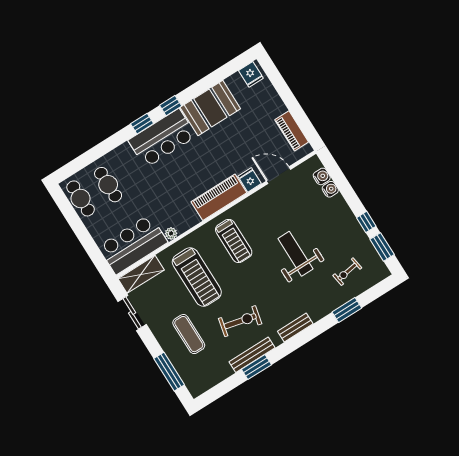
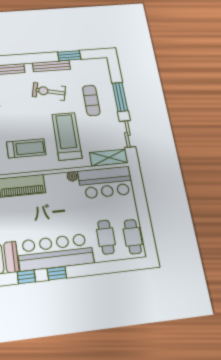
bar counter: (162, 138) -> (55, 252), width x1.36
treadmill: (234, 241) -> (26, 148), turned 90
window: (256, 367) -> (69, 56), moved
window: (169, 372) -> (120, 97), moved

